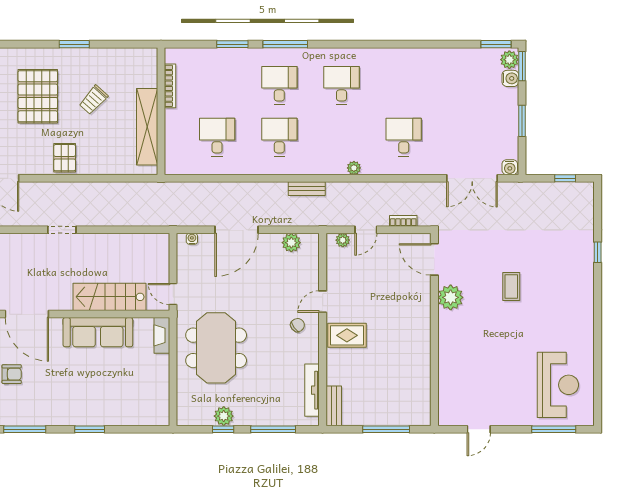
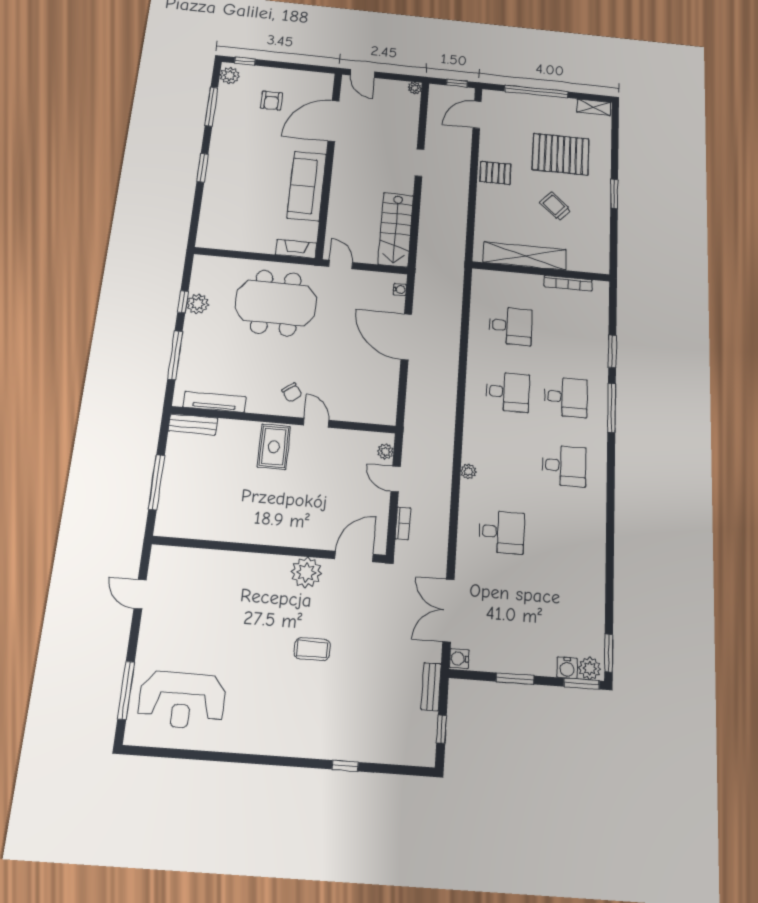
bench: (307, 189) -> (431, 687), moved
plant: (291, 243) -> (387, 394), removed
door: (173, 294) -> (341, 264), hinge flipped
stairs: (110, 297) -> (396, 230), moved, turned 180

